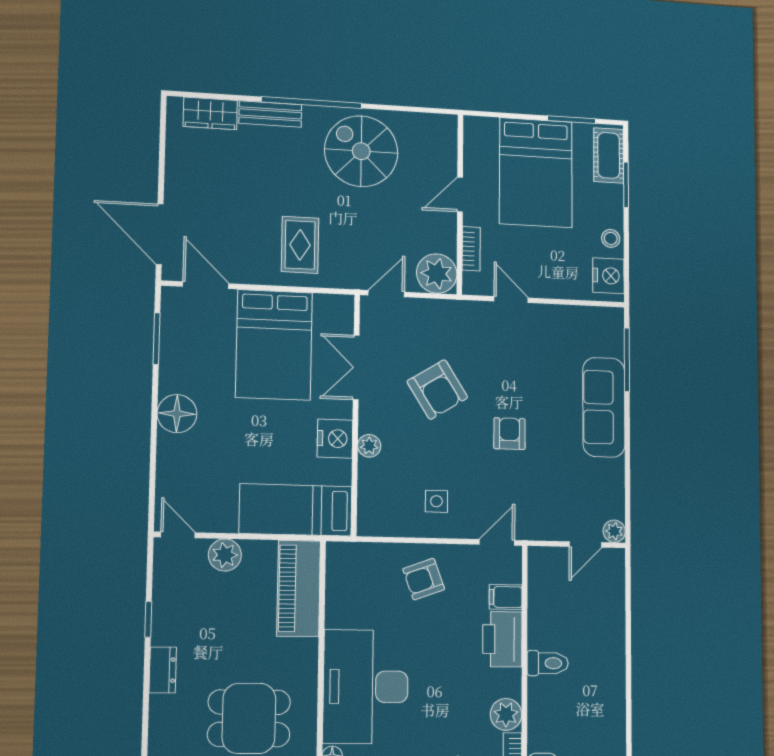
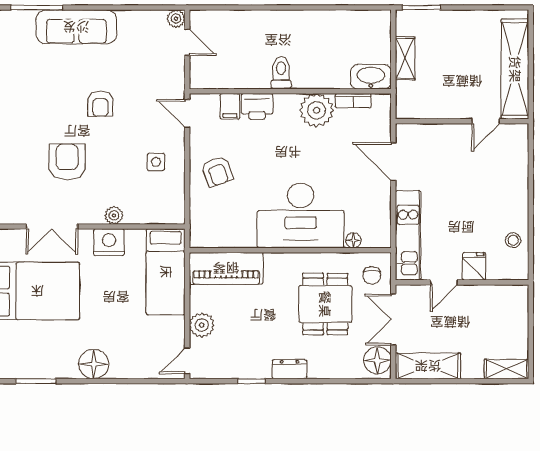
armchair: (437, 389) -> (67, 162), turned -58
armchair: (509, 434) -> (100, 104), turned -90
printer: (502, 639) -> (257, 106), width x0.73, depth x0.84
plant: (506, 714) -> (317, 110), width x1.36, depth x1.36

